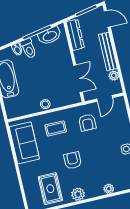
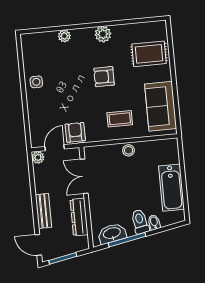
dresser: (75, 35) -> (79, 217), moved
bench: (108, 51) -> (43, 211), width x0.73
plant: (114, 76) -> (38, 157), moved
armchair: (87, 123) -> (75, 132), moved
armchair: (73, 160) -> (104, 77), turned 90
rug: (50, 189) -> (149, 54), moved, turned 90

